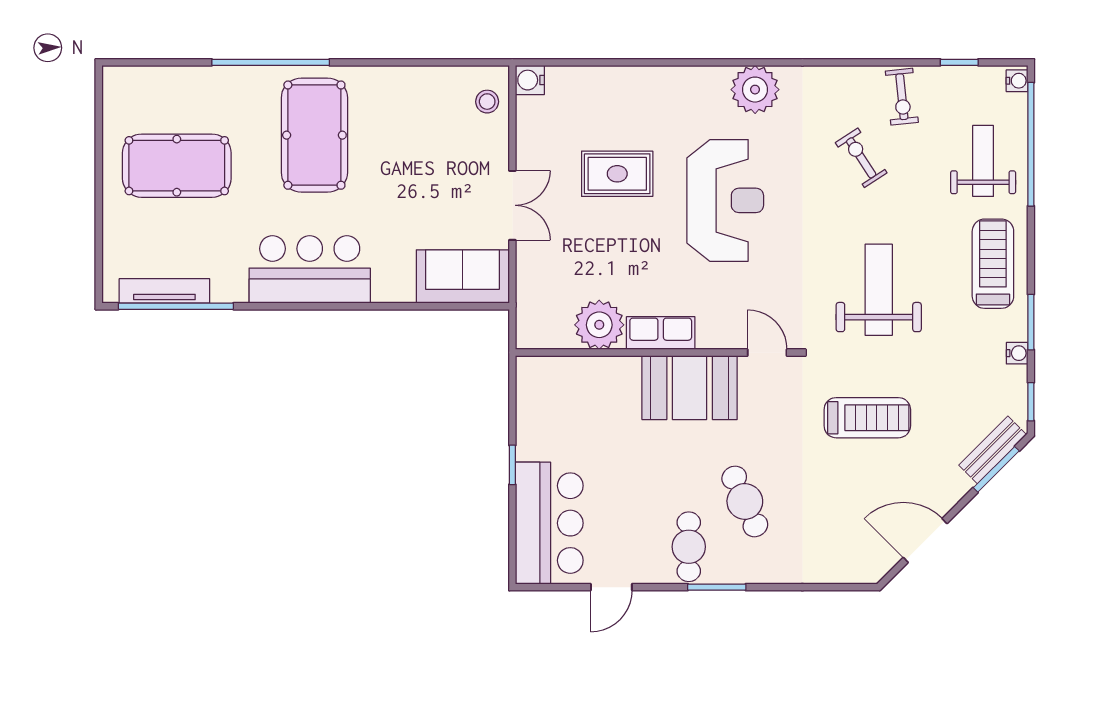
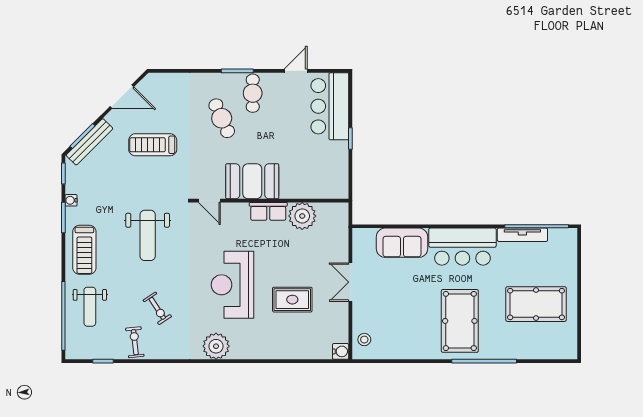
water cooler: (1017, 81) -> (71, 351), removed
sofa: (462, 276) -> (402, 243), moved
tv unit: (164, 291) -> (522, 235), moved
treadmill: (867, 418) -> (153, 145), moved
bench: (993, 450) -> (89, 142), width x1.36

